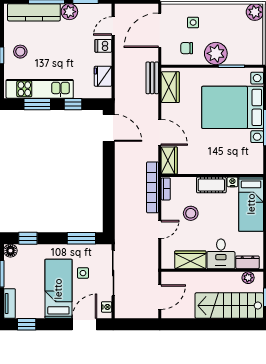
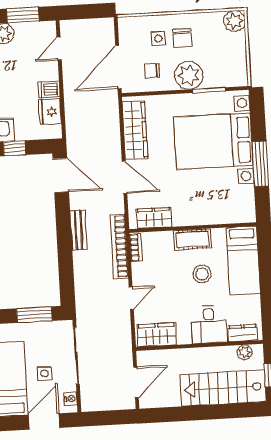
chair: (212, 23) -> (182, 38), added
door: (160, 30) -> (118, 67), moved
dishwasher: (103, 46) -> (49, 89), moved
bench: (152, 78) -> (79, 230), moved
wardrobe: (170, 87) -> (135, 130), width x1.50
wardrobe: (169, 160) -> (154, 218), moved, turned -90
nightstand: (232, 182) -> (218, 234), removed
stool: (191, 213) -> (202, 274), moved
wardrobe: (190, 260) -> (157, 335), moved
side table: (83, 273) -> (45, 373), moved

